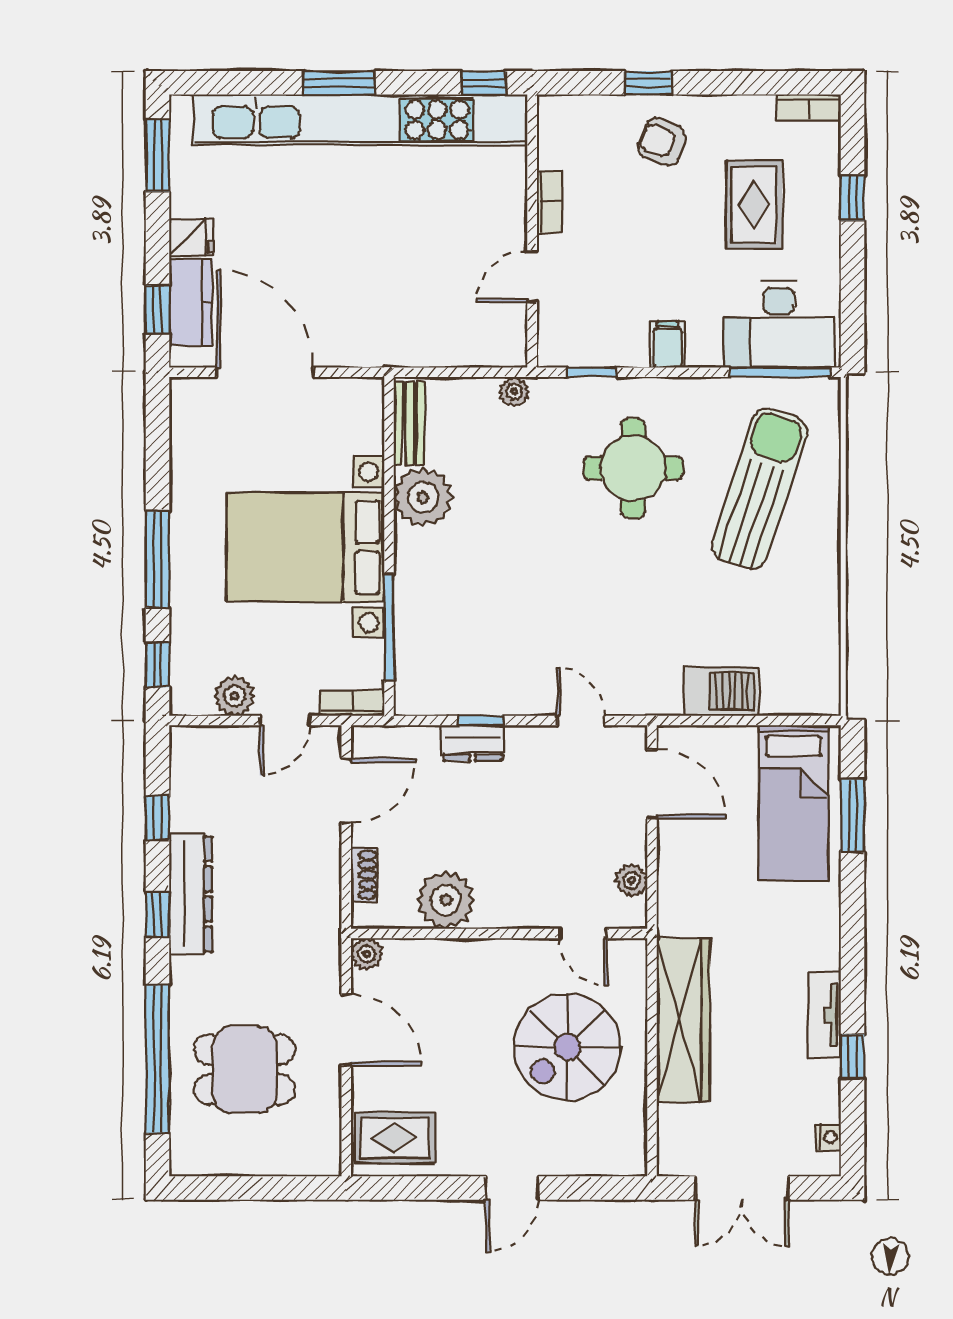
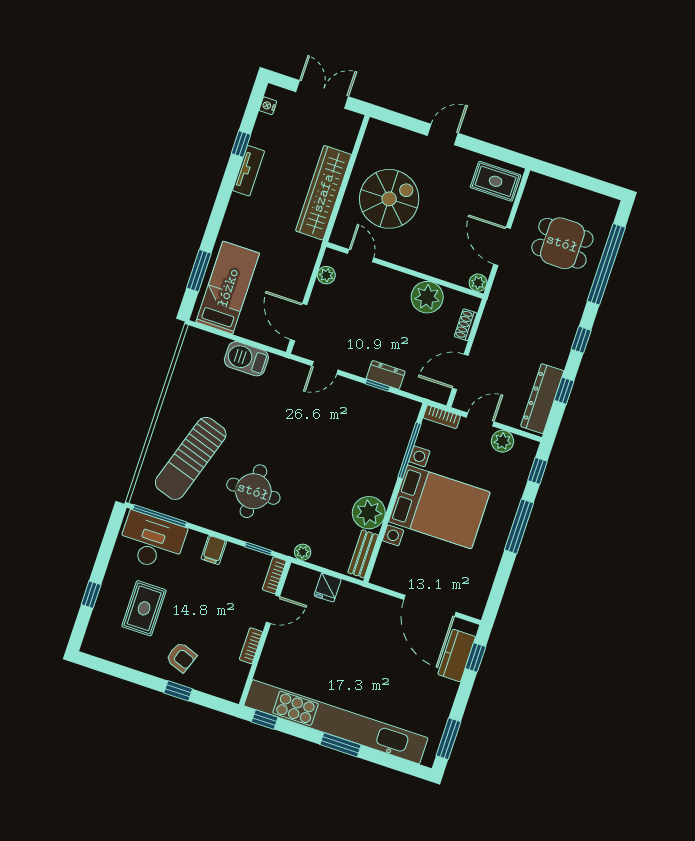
bookcase: (809, 107) -> (274, 575), moved, turned -90
fridge: (191, 237) -> (328, 588), moved, turned -90
door: (581, 721) -> (325, 368), hinge flipped
dresser: (191, 894) -> (542, 399), moved

